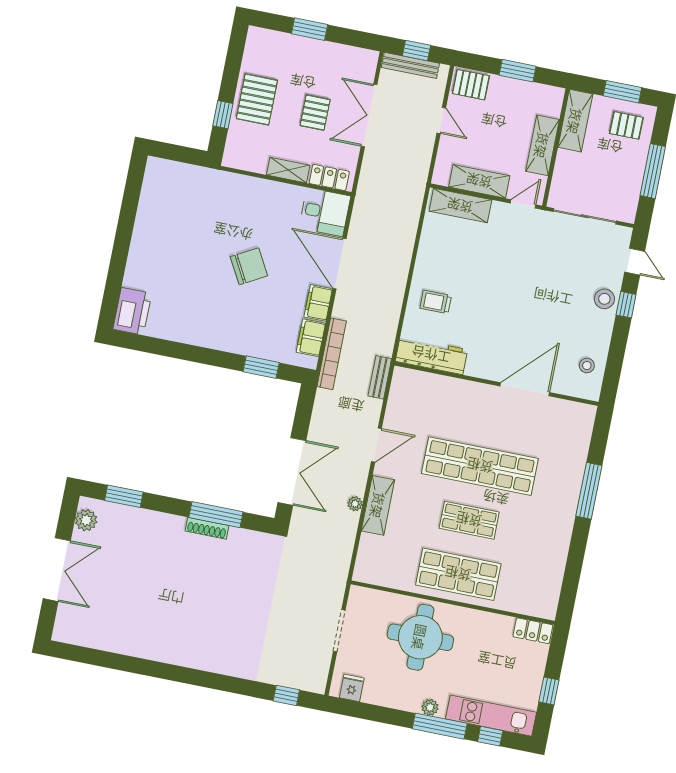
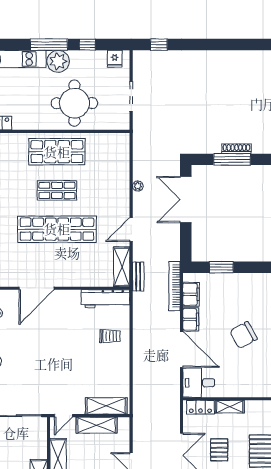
shelving: (378, 505) -> (122, 267), moved
plant: (430, 707) -> (58, 61), width x1.88, depth x1.88
window: (490, 736) -> (87, 45), moved

